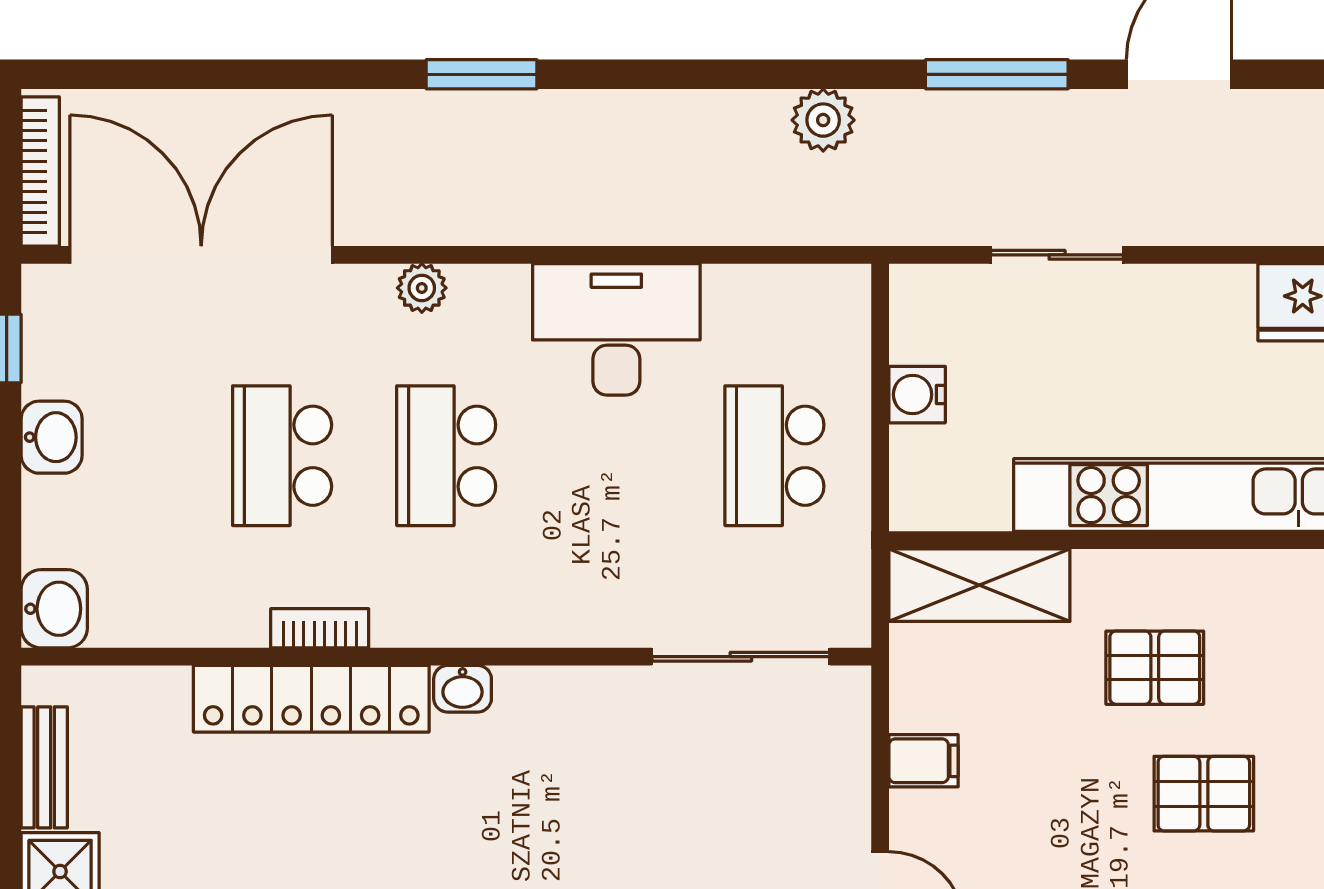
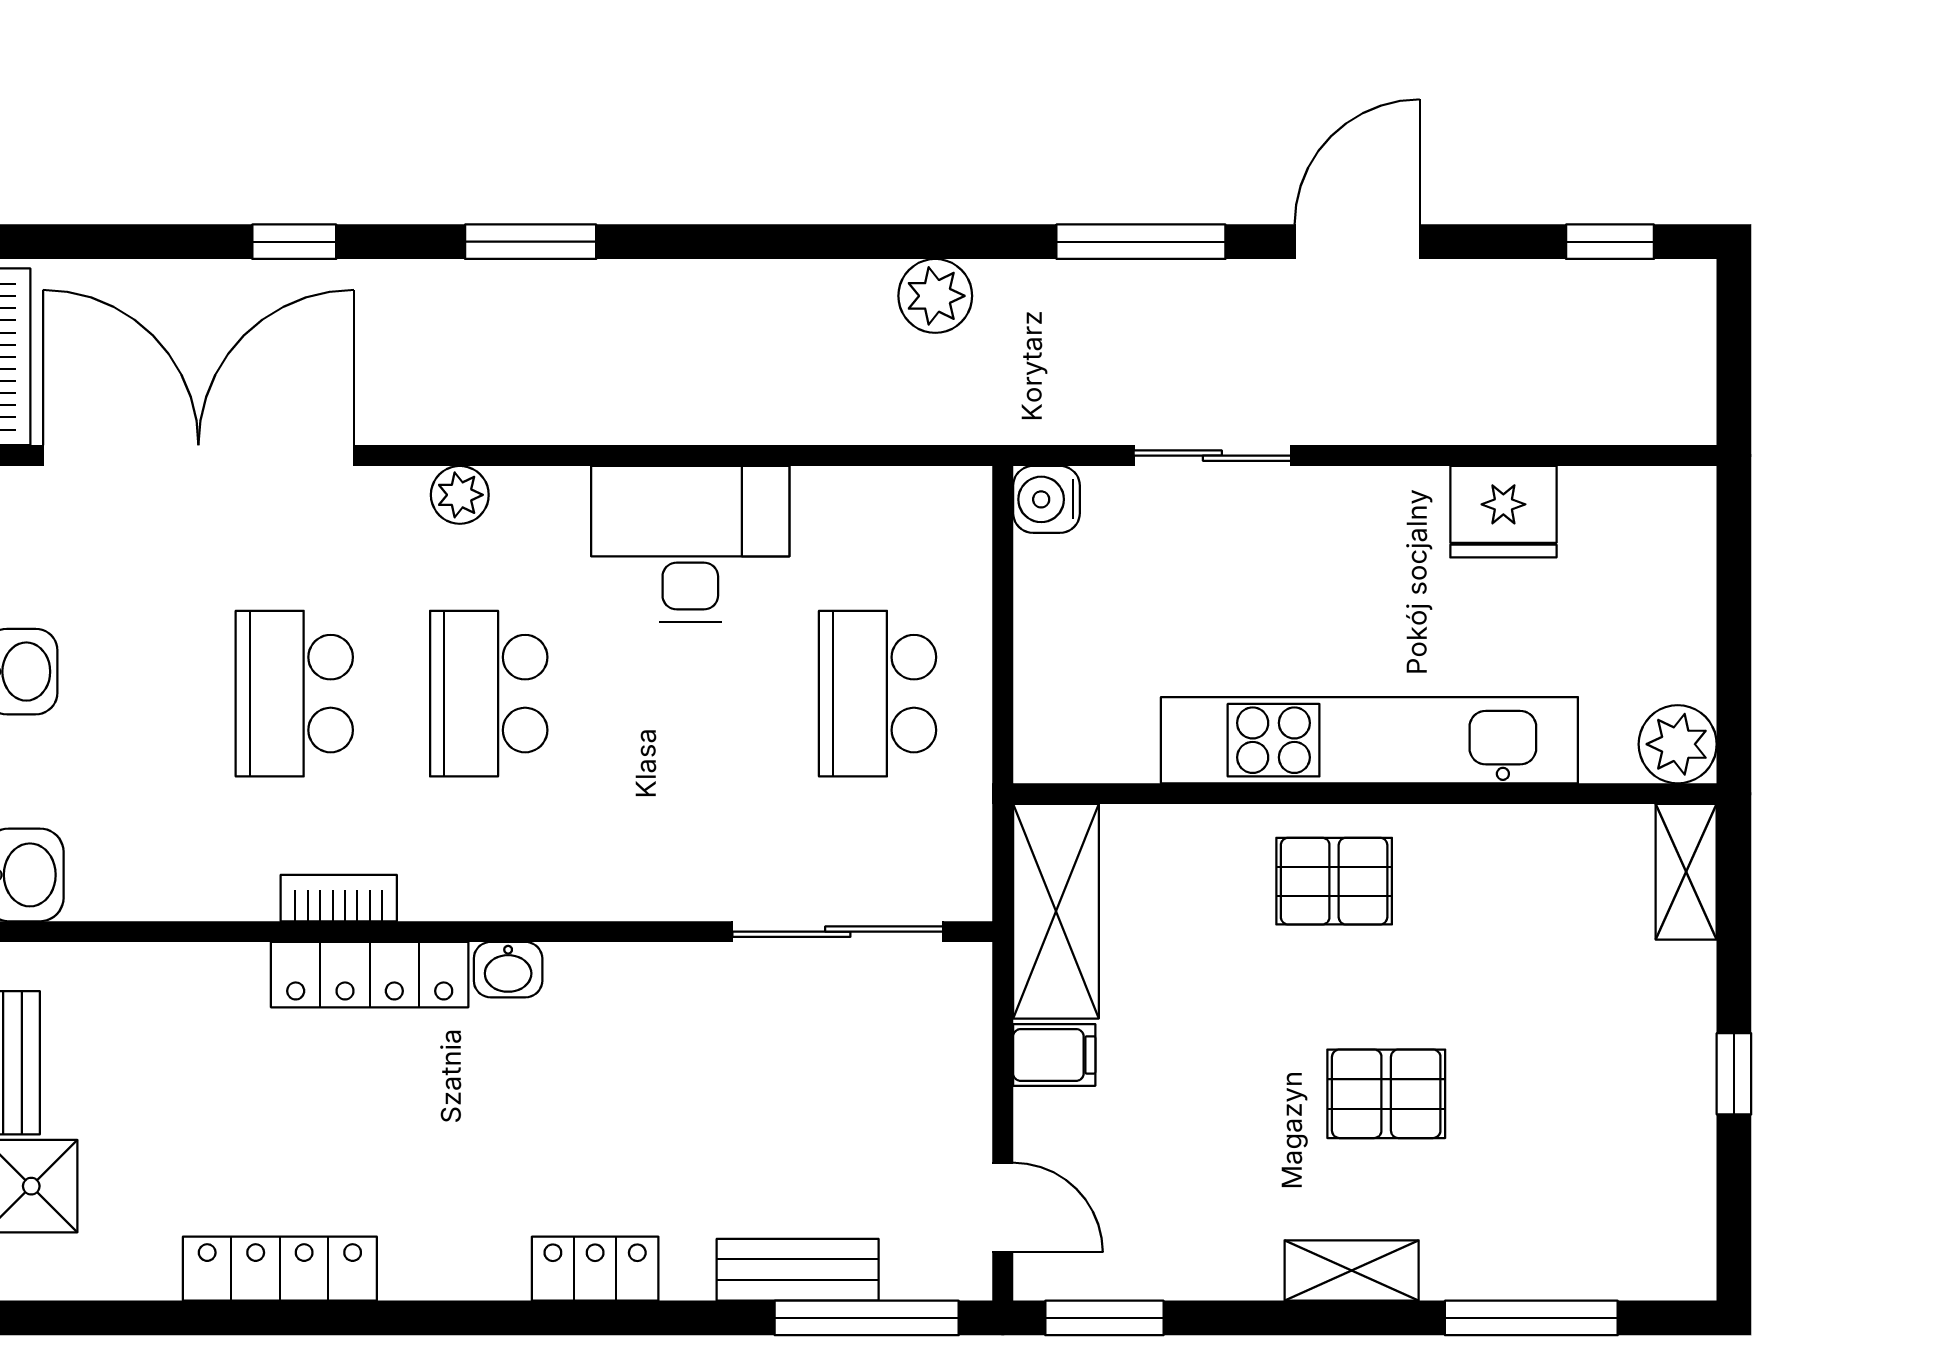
window: (282, 74) -> (294, 242), added
water cooler: (917, 395) -> (1046, 499), moved
shelving: (979, 585) -> (1056, 911), moved, turned 90
pallet: (1155, 668) -> (1334, 881), moved
locker: (311, 699) -> (370, 975), width x0.71, depth x0.83

